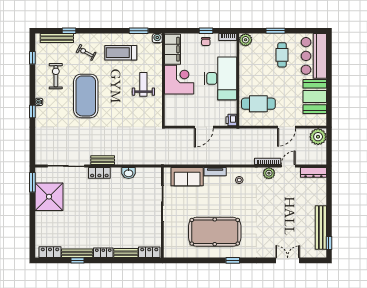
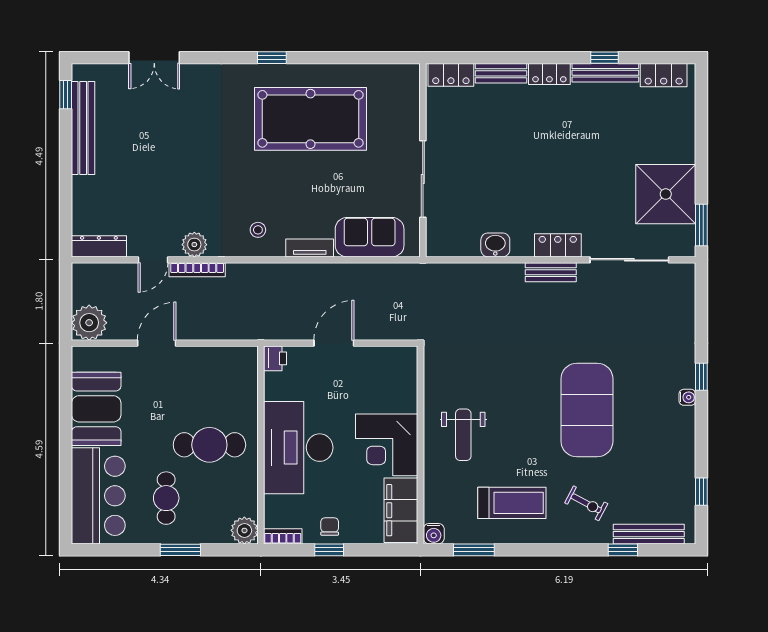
exercise bike: (56, 76) -> (651, 452), removed
cafe table: (258, 104) -> (209, 445), moved

